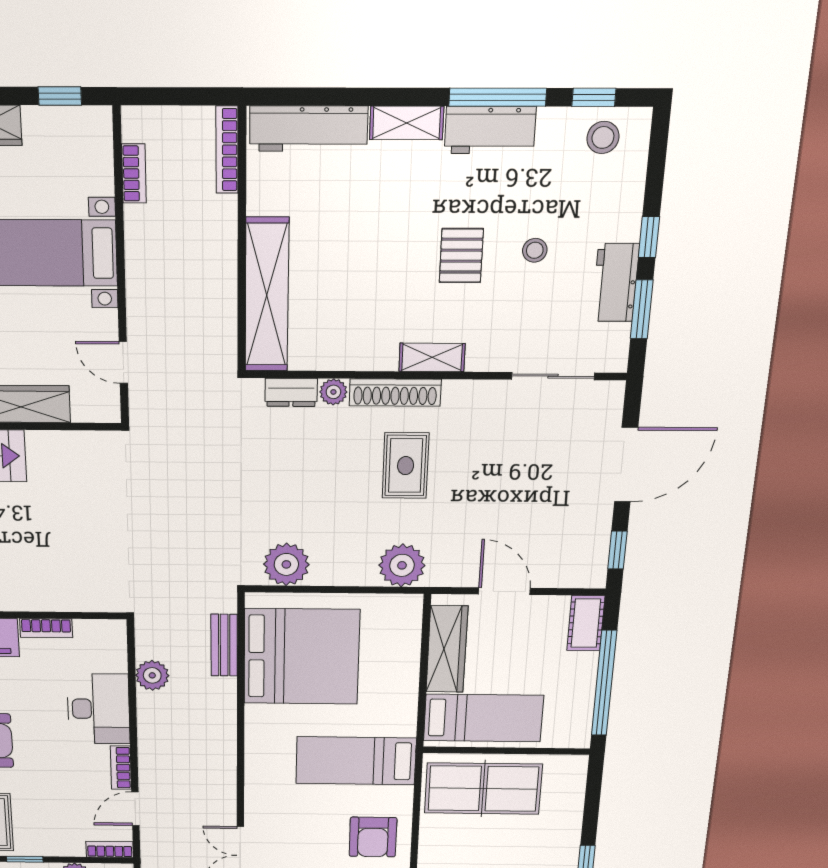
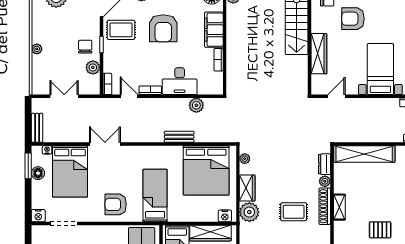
shelving: (432, 357) -> (339, 207), moved
plant: (286, 564) -> (245, 159), width x0.53, depth x0.53
wardrobe: (345, 570) -> (247, 188), added
nightstand: (409, 618) -> (225, 216), added
bench: (224, 645) -> (179, 137), moved

